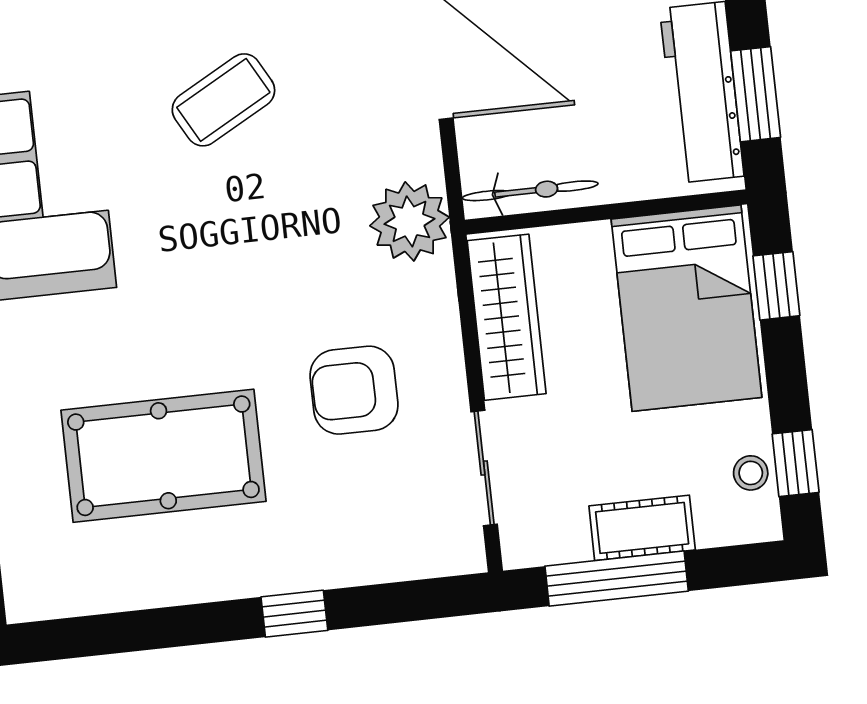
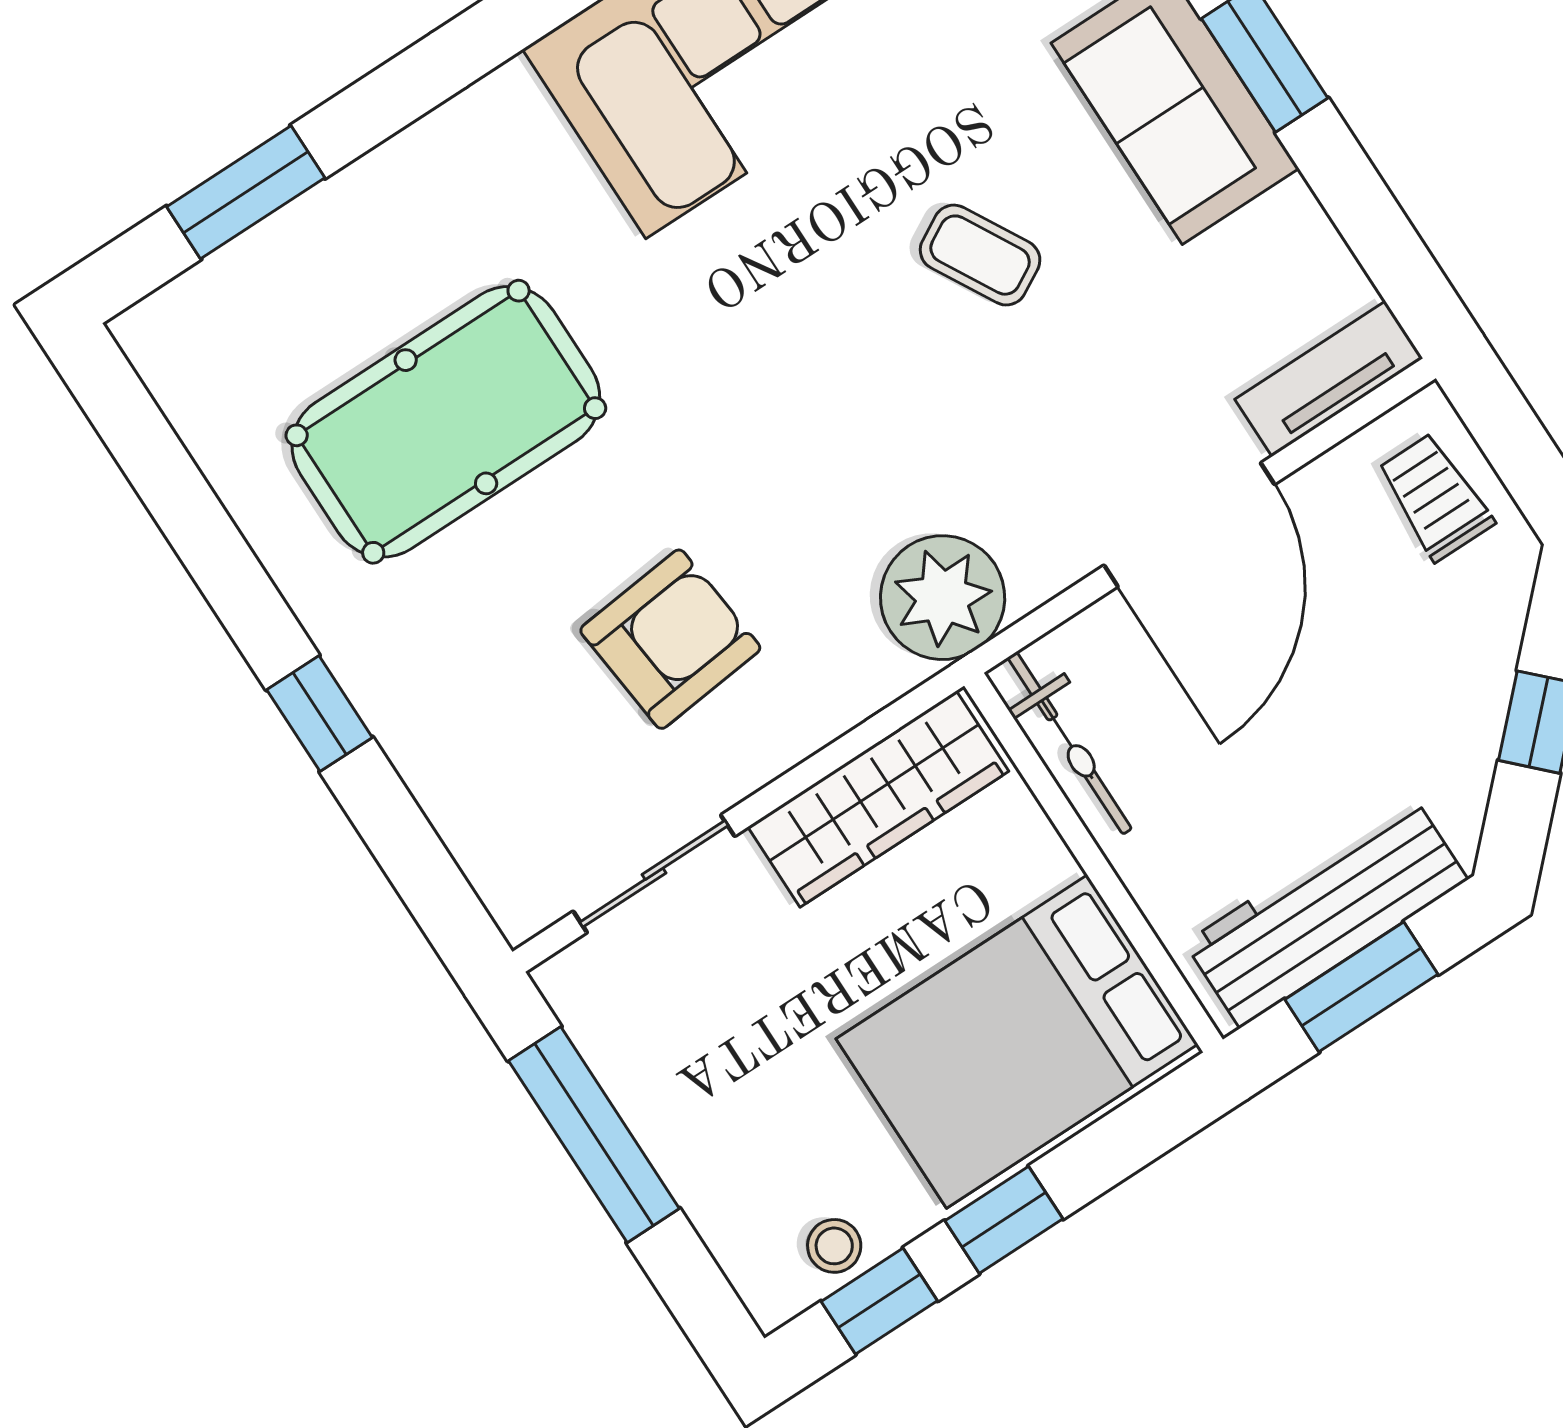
coffee table: (223, 100) -> (980, 255), width x0.73, depth x0.77
window: (776, 286) -> (1004, 1220), moved
armchair: (354, 390) -> (670, 639), turned 84
pool table: (163, 456) -> (446, 422), turned 90
cot: (642, 528) -> (682, 1134), removed

